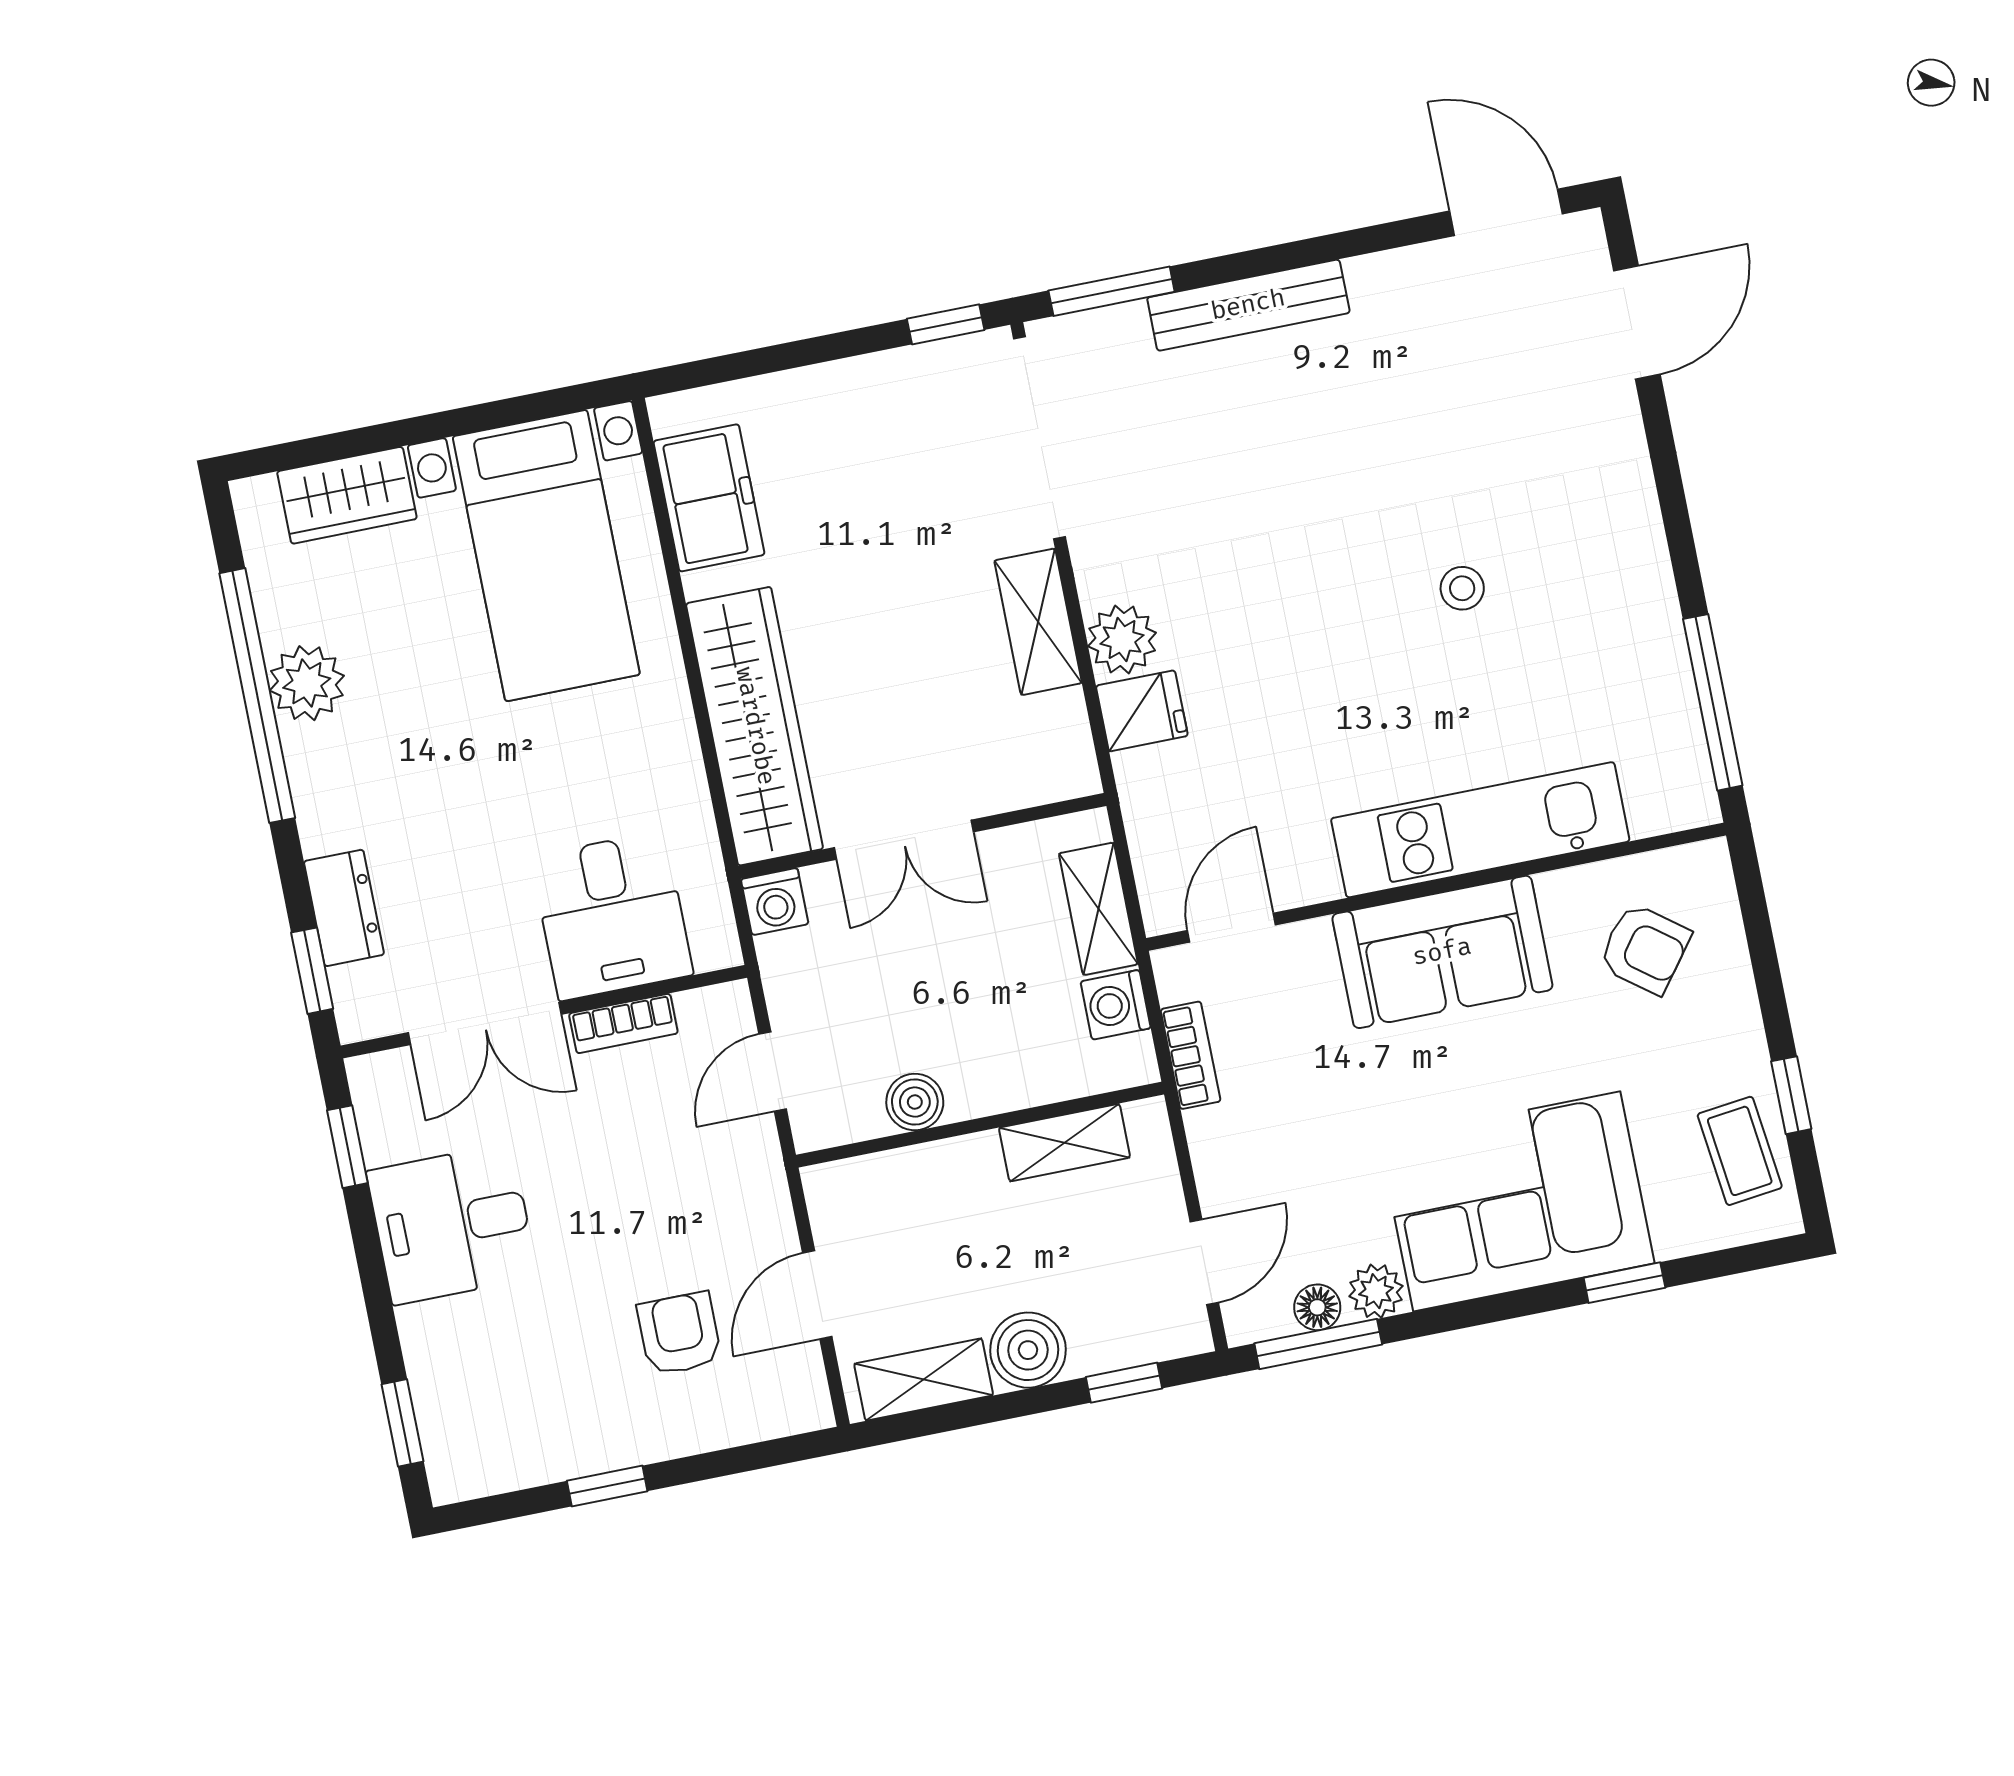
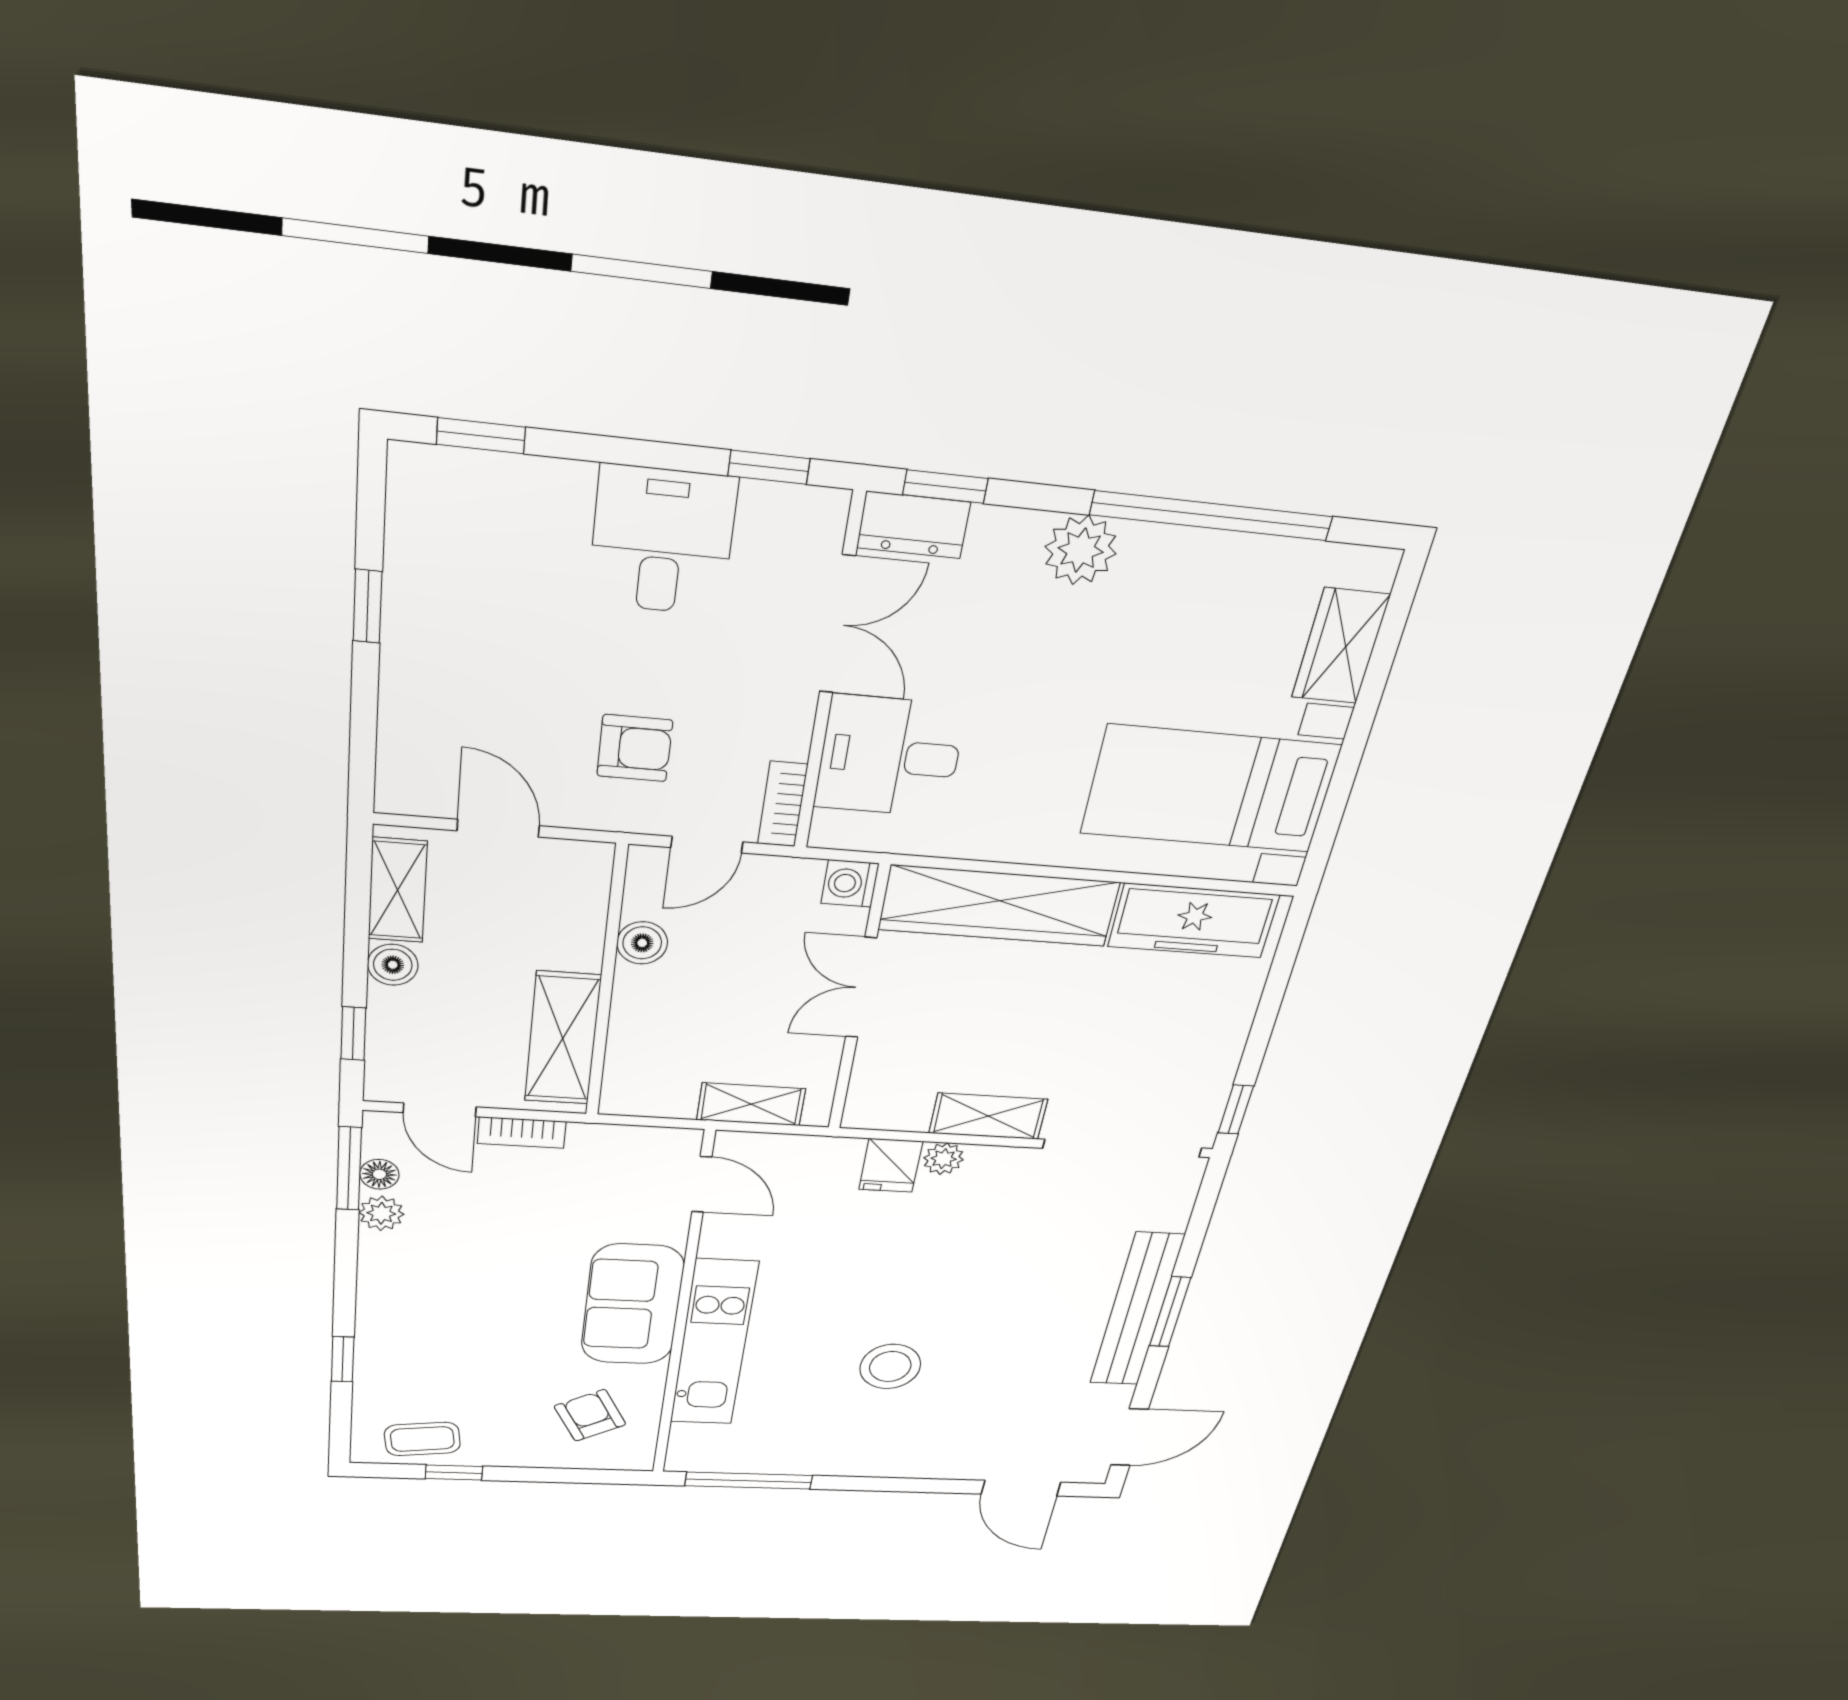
window: (1112, 291) -> (1170, 1312), moved
bench: (1248, 305) -> (1137, 1310), width x1.37, depth x1.21
freezer: (709, 498) -> (1194, 921), width x1.40
stool: (1462, 588) -> (890, 1366), width x1.89, depth x1.89
plant: (1122, 640) -> (944, 1159), width x0.73, depth x0.73
plant: (307, 683) -> (1081, 550), moved
dresser: (344, 908) -> (913, 525), moved
armchair: (1645, 949) -> (590, 1415), turned 115
washing machine: (1116, 1005) -> (670, 1098), removed
bookcase: (623, 1023) -> (783, 804), moved
double door: (485, 1024) -> (837, 625), swing flipped
bookcase: (1191, 1055) -> (522, 1133), moved
door: (773, 1072) -> (707, 845), swing flipped
shelving: (1064, 1143) -> (563, 1039), width x1.50, depth x1.33
corner sofa: (1517, 1201) -> (426, 1310), removed
armchair: (679, 1334) -> (635, 748), moved
boiler: (1028, 1350) -> (393, 965), width x0.73, depth x0.73

